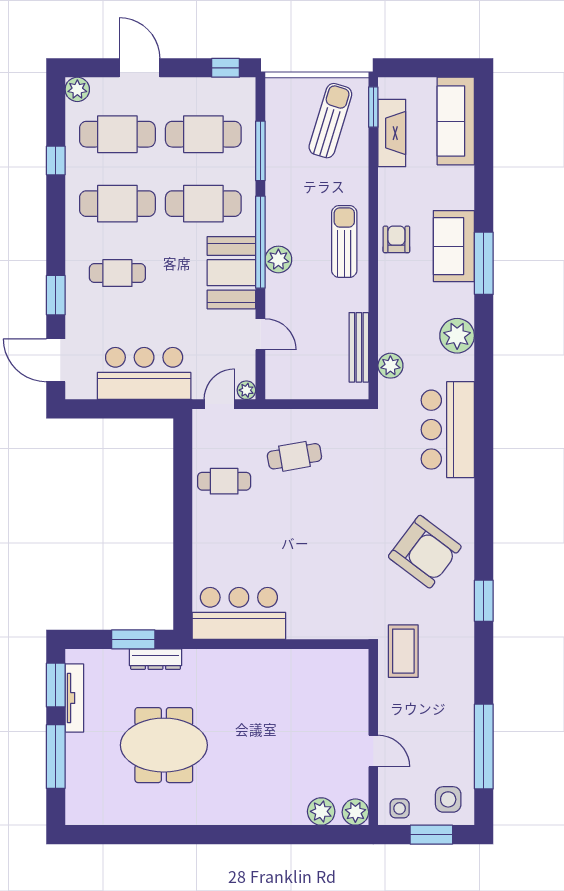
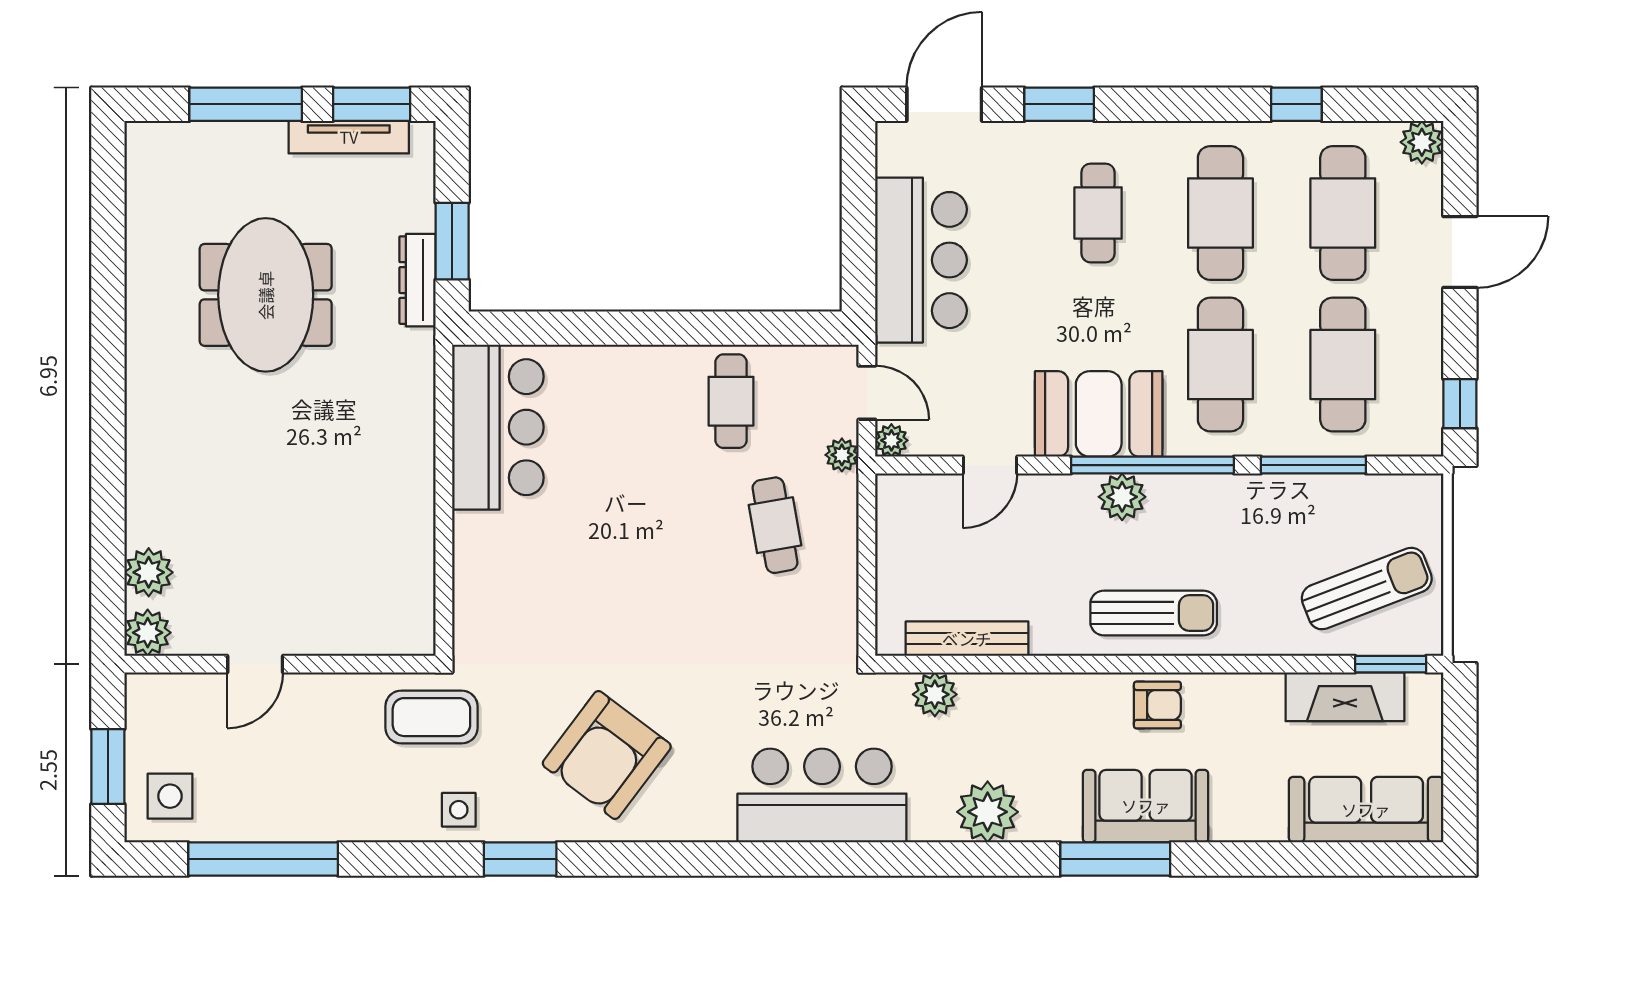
sun lounger: (330, 121) -> (1367, 589), turned -38
plant: (255, 418) -> (842, 455), added
side table: (400, 808) -> (459, 810), moved

